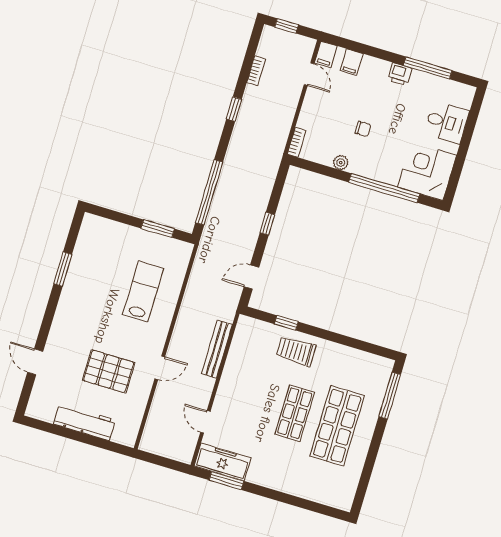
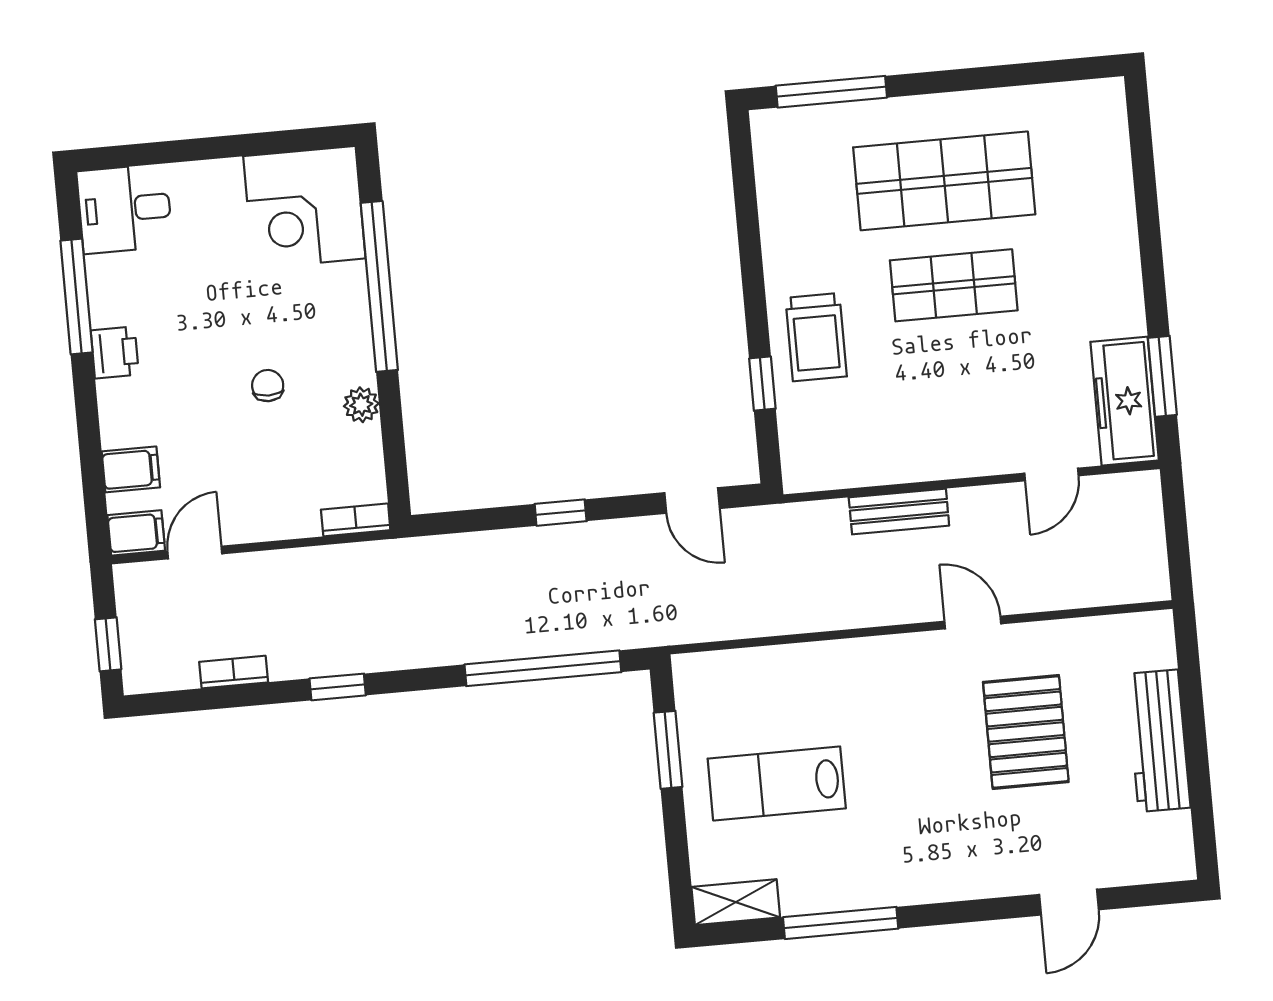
desk: (447, 122) -> (125, 209), moved, turned -90
shelving: (87, 231) -> (736, 902), added
window: (63, 269) -> (841, 923), width x1.44
lab bench: (143, 291) -> (777, 783), moved
bench: (217, 349) -> (899, 511), width x0.73

